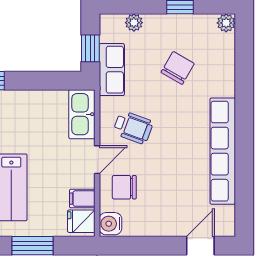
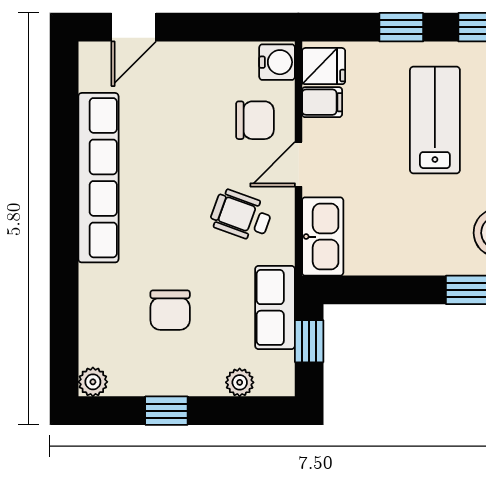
chair: (178, 68) -> (170, 310), turned -30
window: (32, 246) -> (401, 27), width x0.67

